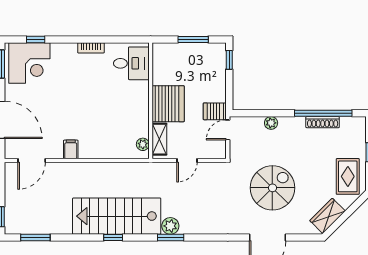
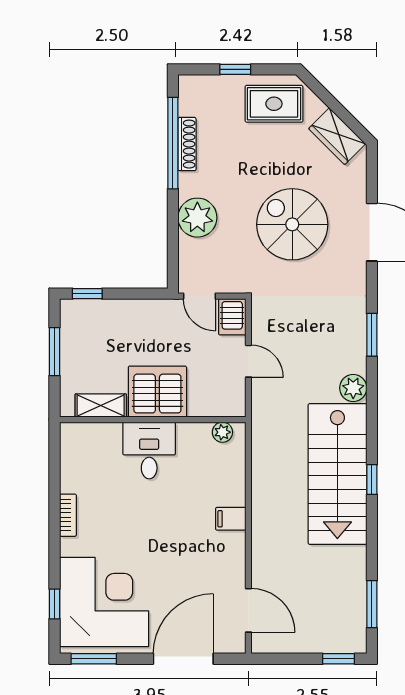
corner desk: (29, 63) -> (104, 602), width x1.36, depth x1.36
desk: (131, 63) -> (149, 450), moved
server rack: (215, 111) -> (232, 317), moved
plant: (271, 123) -> (197, 218), width x1.88, depth x1.88
shelving: (159, 139) -> (101, 405), moved
filing cabinet: (71, 149) -> (231, 519), moved
window: (171, 238) -> (372, 335), moved

